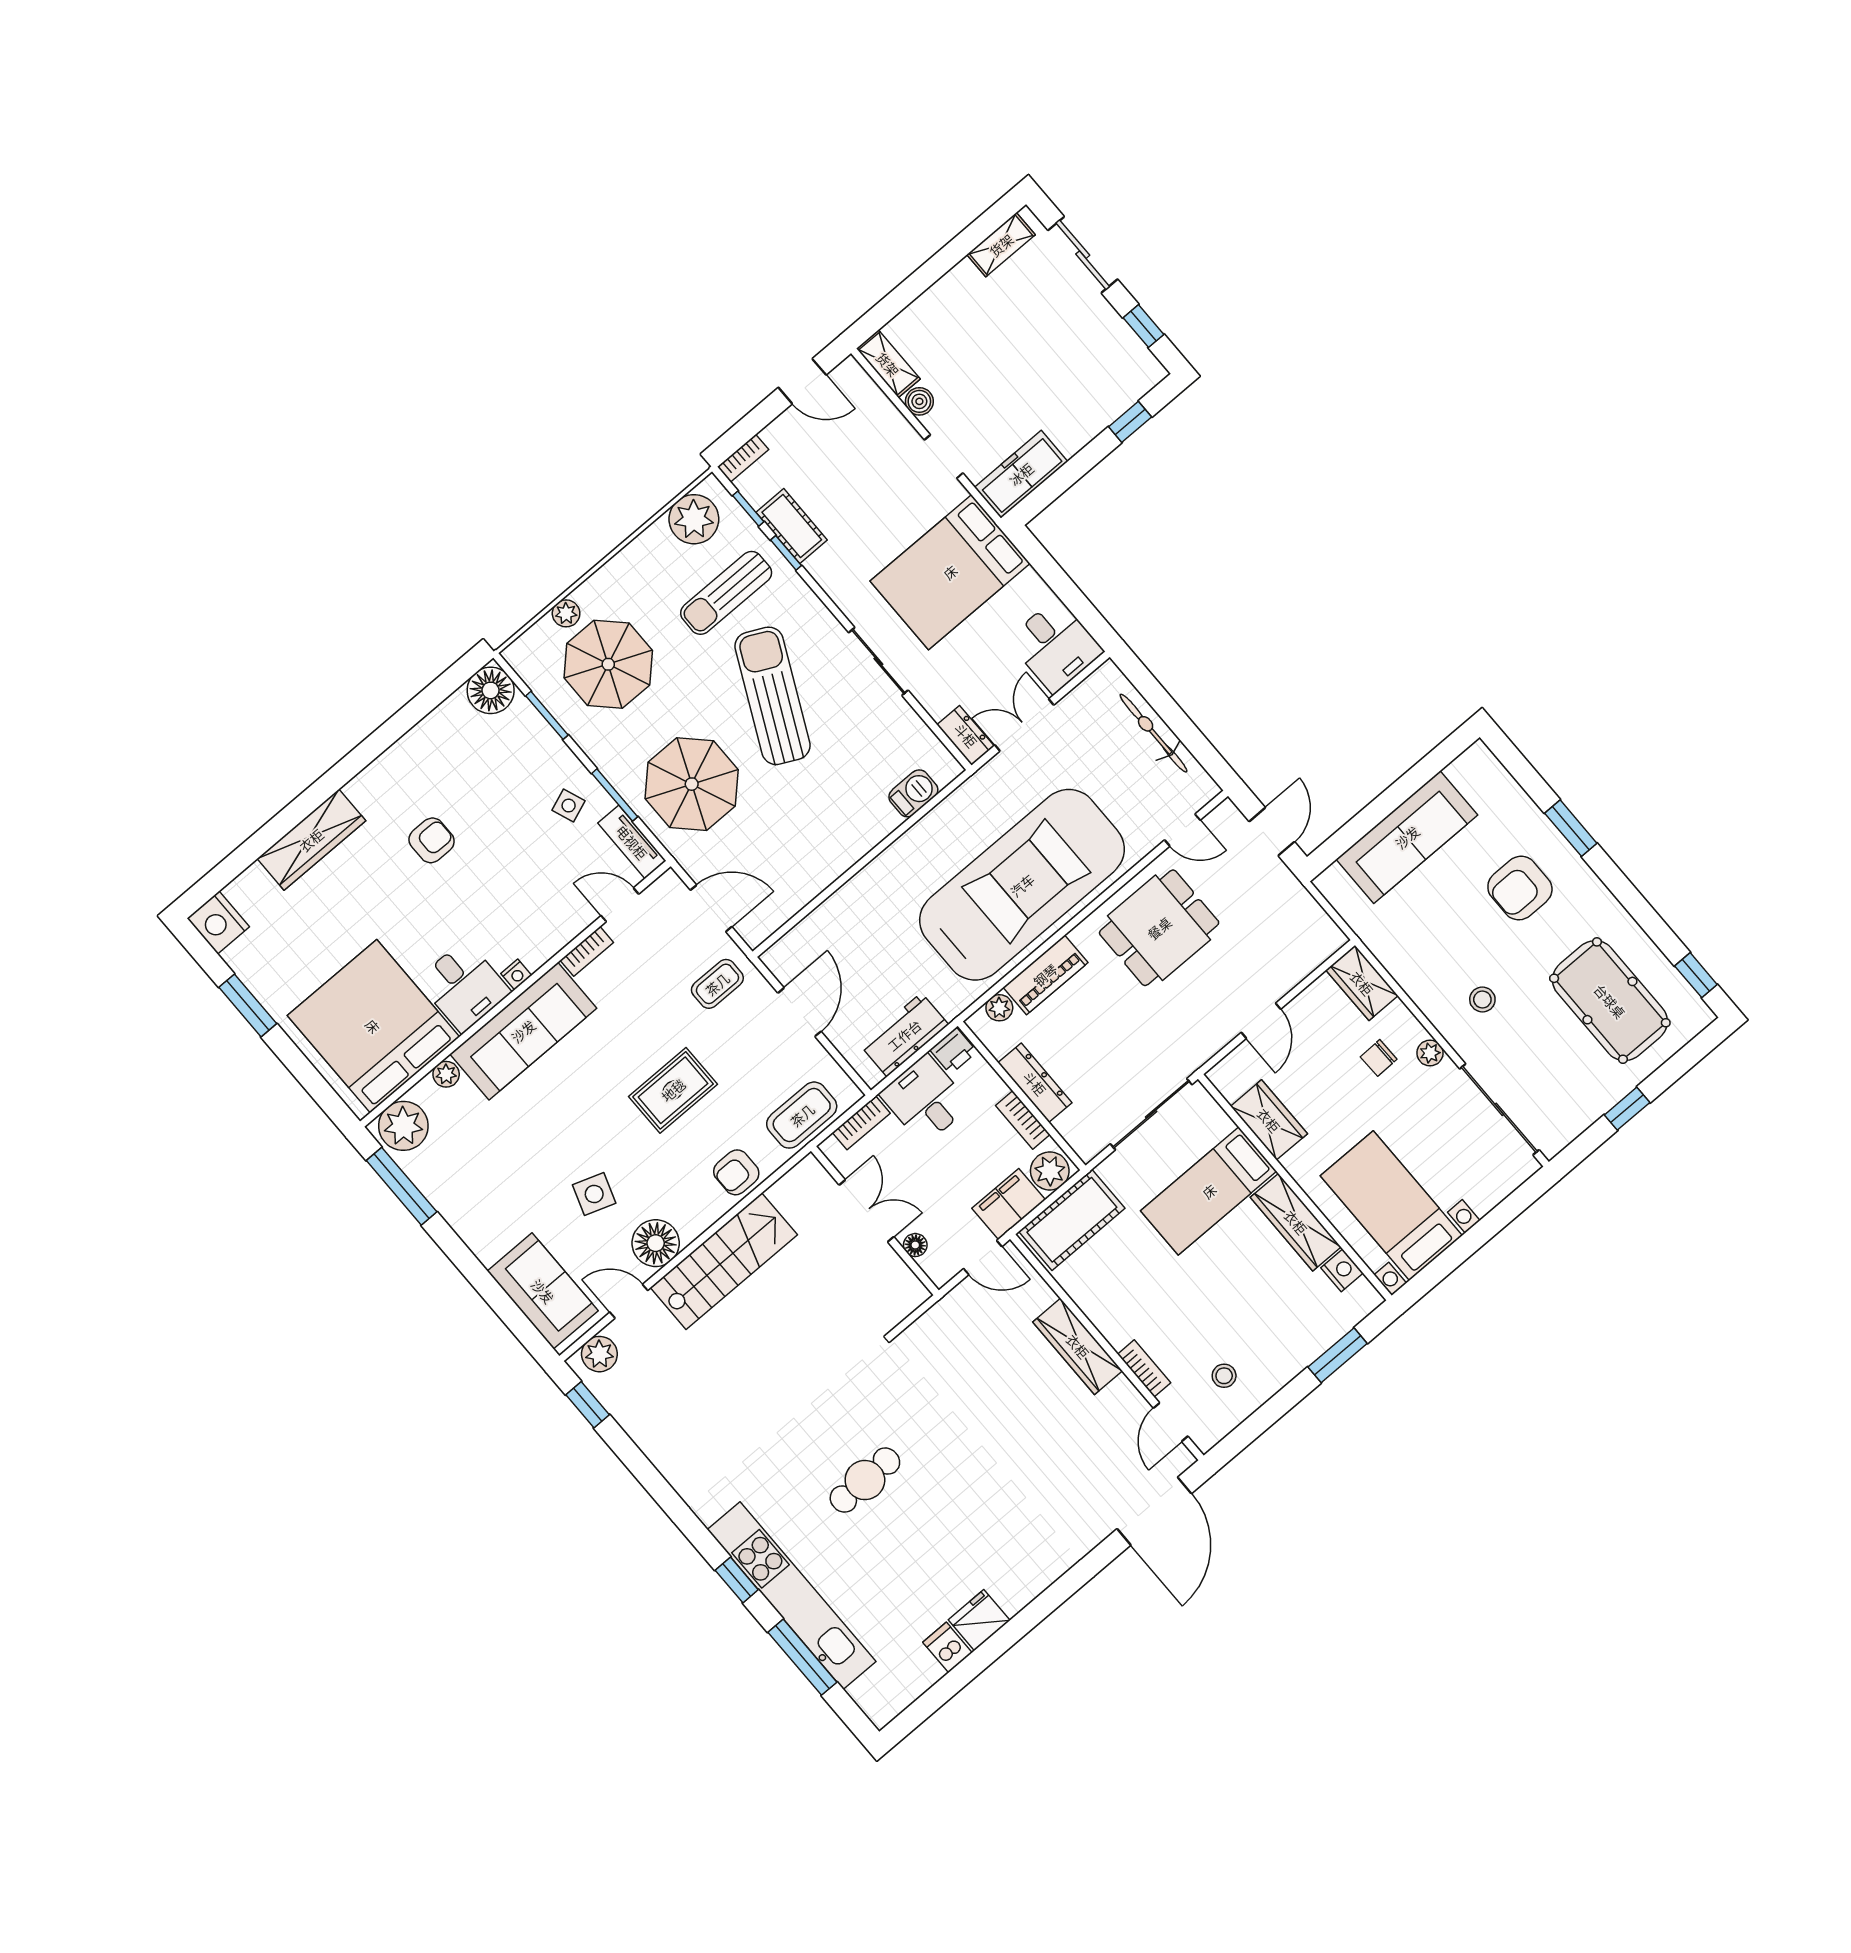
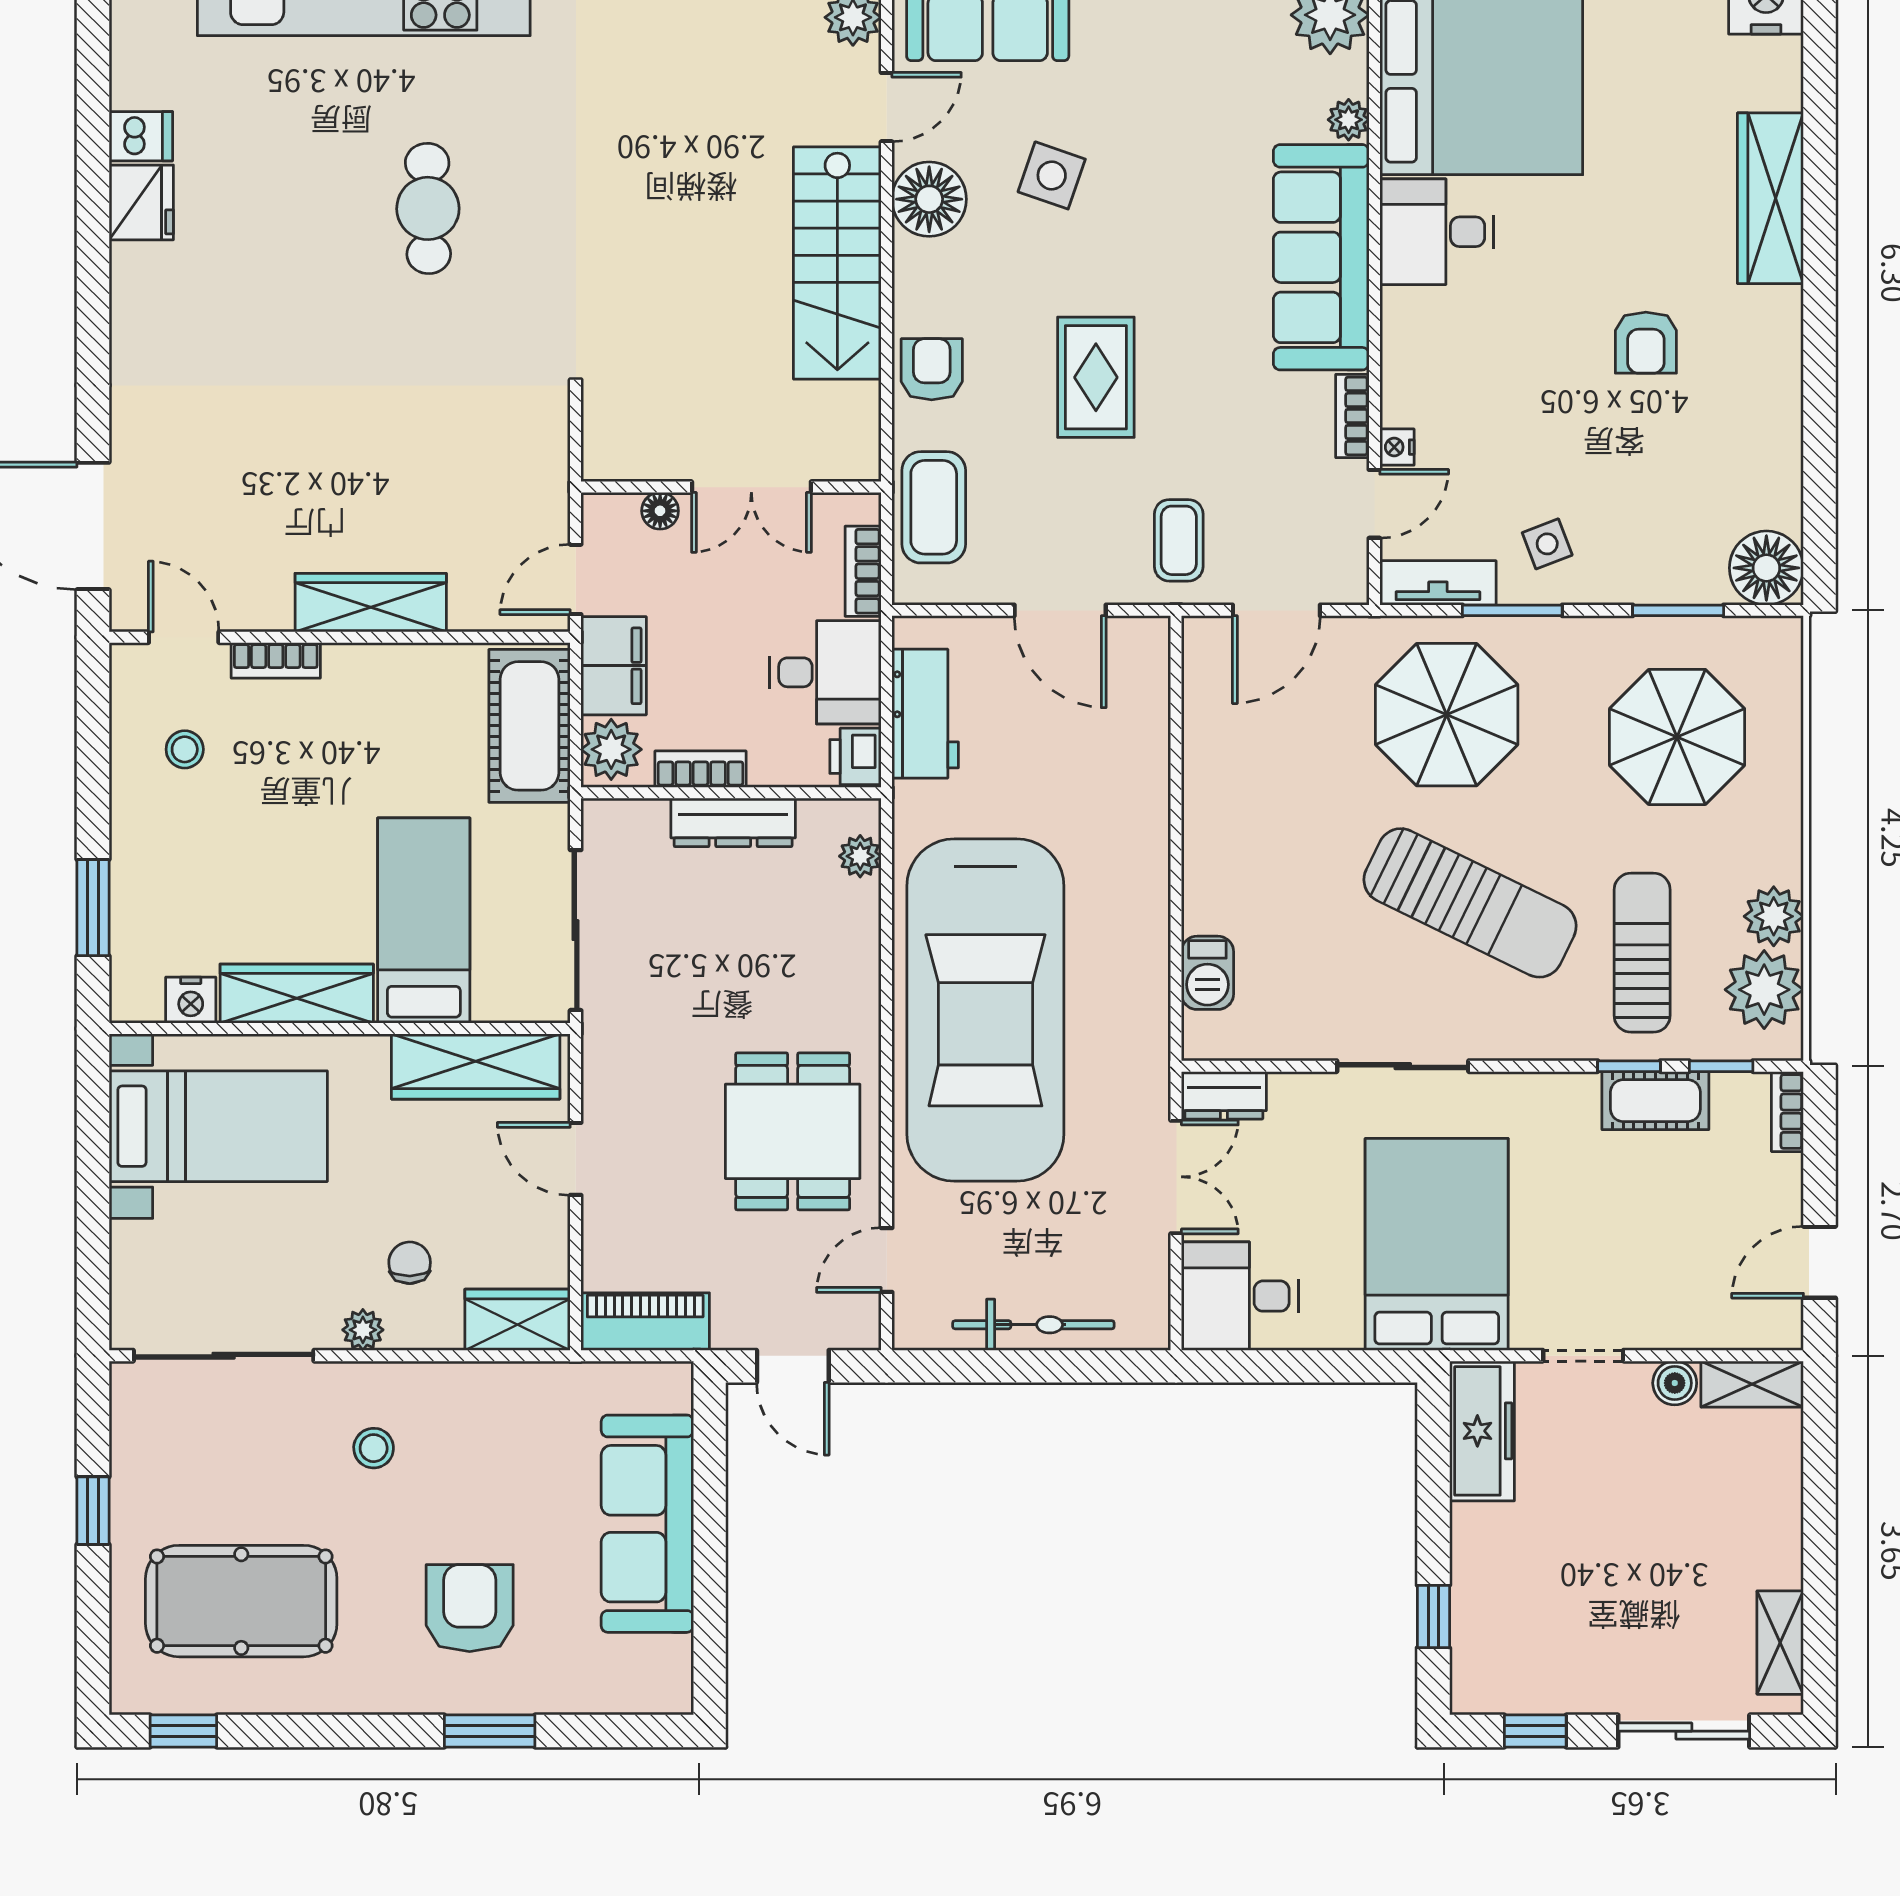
plant: (566, 613) -> (1774, 916), moved, width x1.38, depth x1.38
nightstand: (516, 974) -> (1397, 447), moved
piano: (1045, 975) -> (645, 1322), moved, turned 90
wardrobe: (1269, 1120) -> (476, 1067), width x1.50

